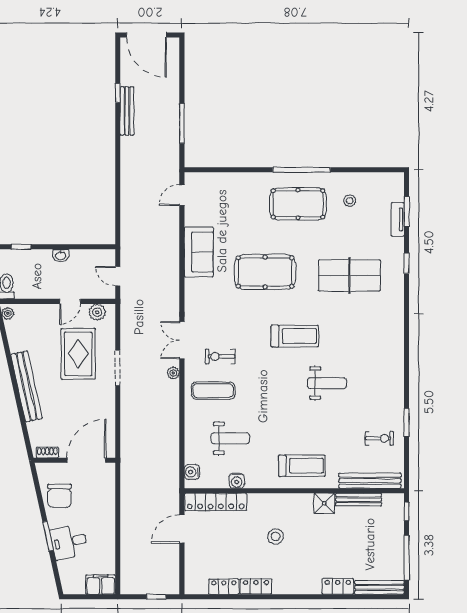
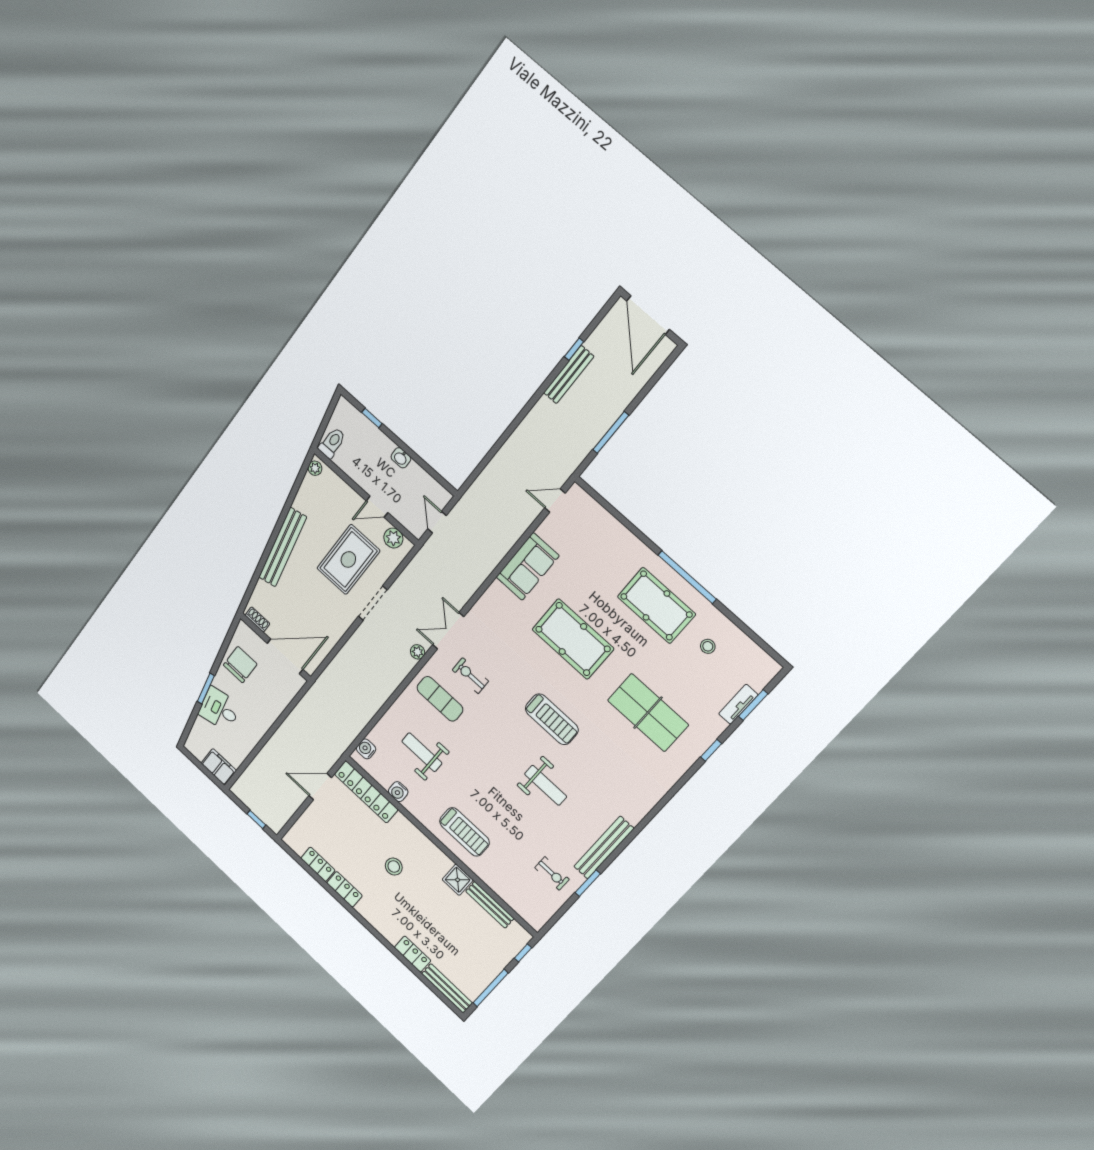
weight bench: (230, 438) -> (422, 752), turned 180
bench: (370, 481) -> (604, 848), moved, turned 90
chair: (59, 496) -> (240, 665), turned 180

